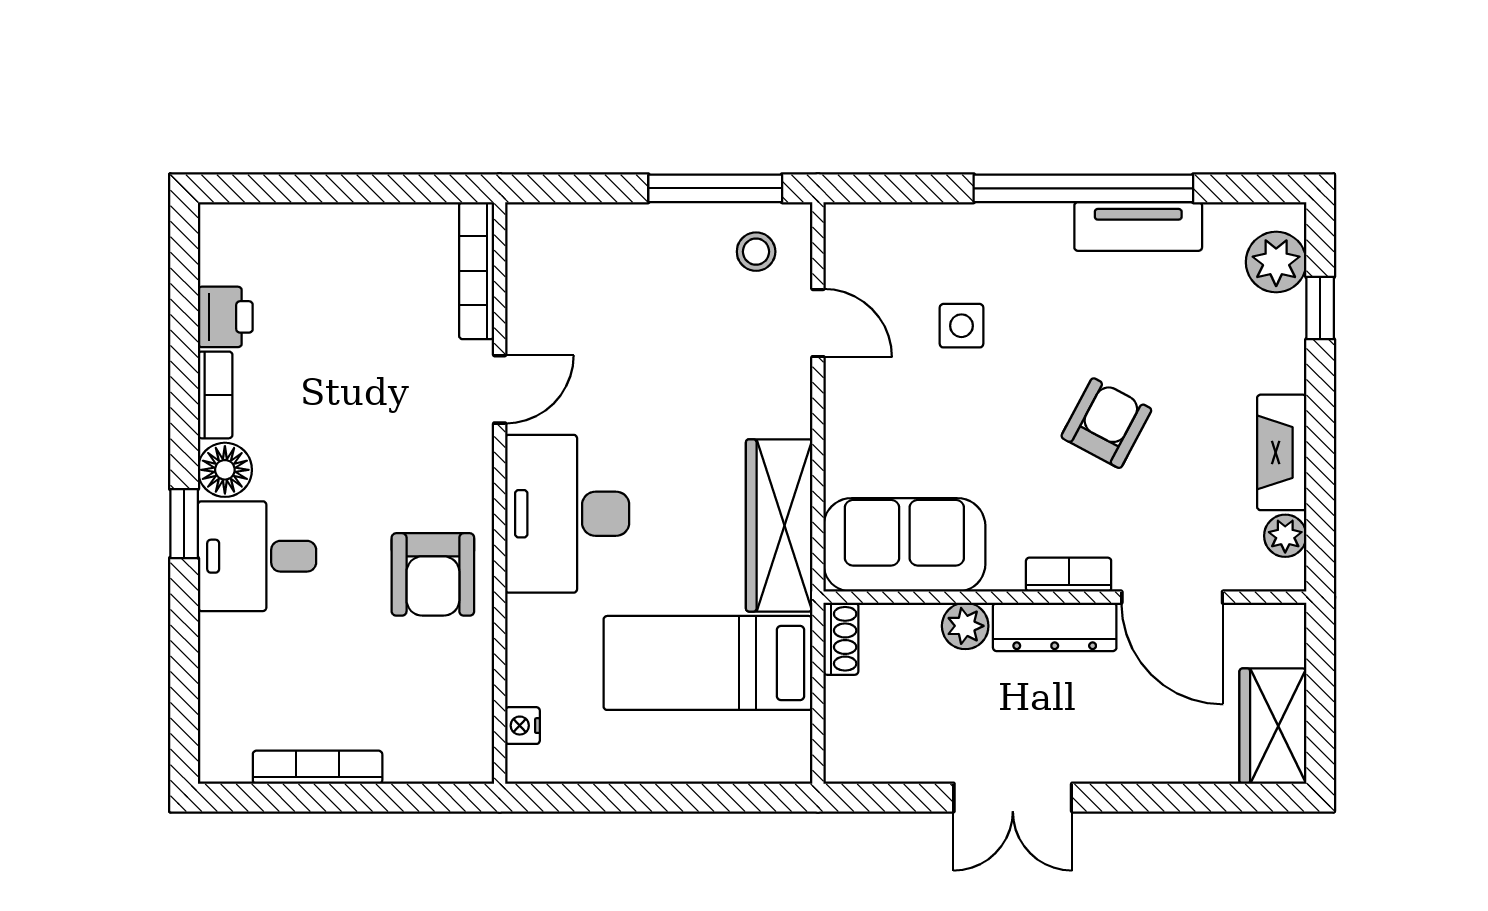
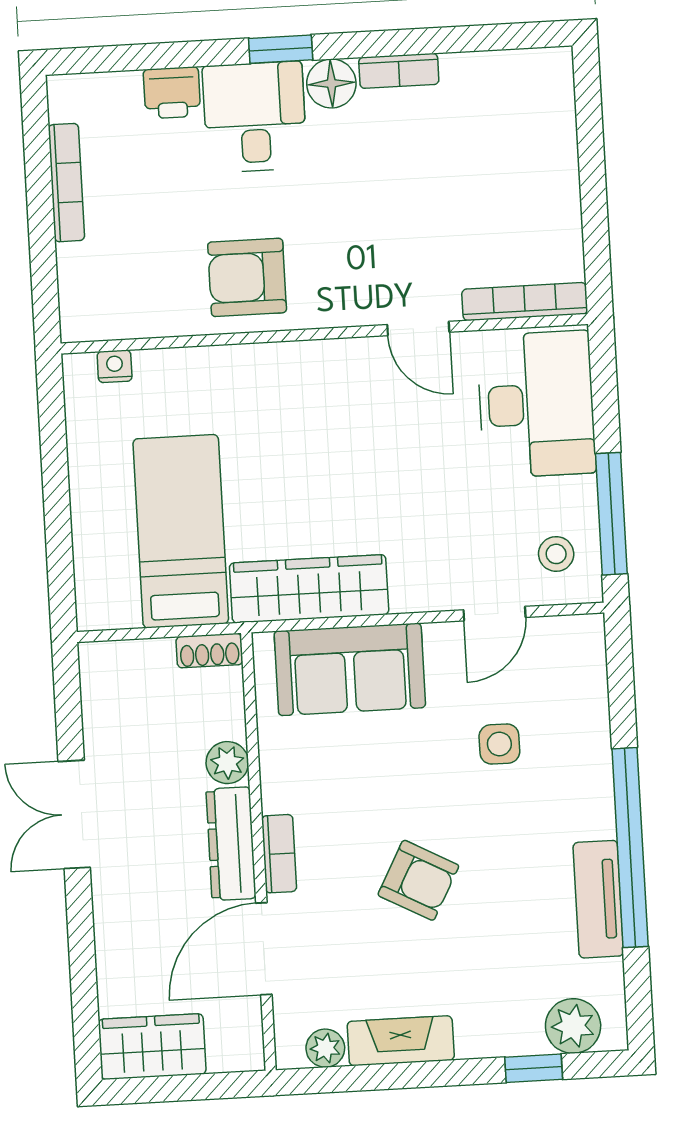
printer: (225, 317) -> (172, 93), moved
desk: (567, 514) -> (536, 404), moved, turned 90
sofa: (904, 545) -> (350, 669), moved, turned 90

